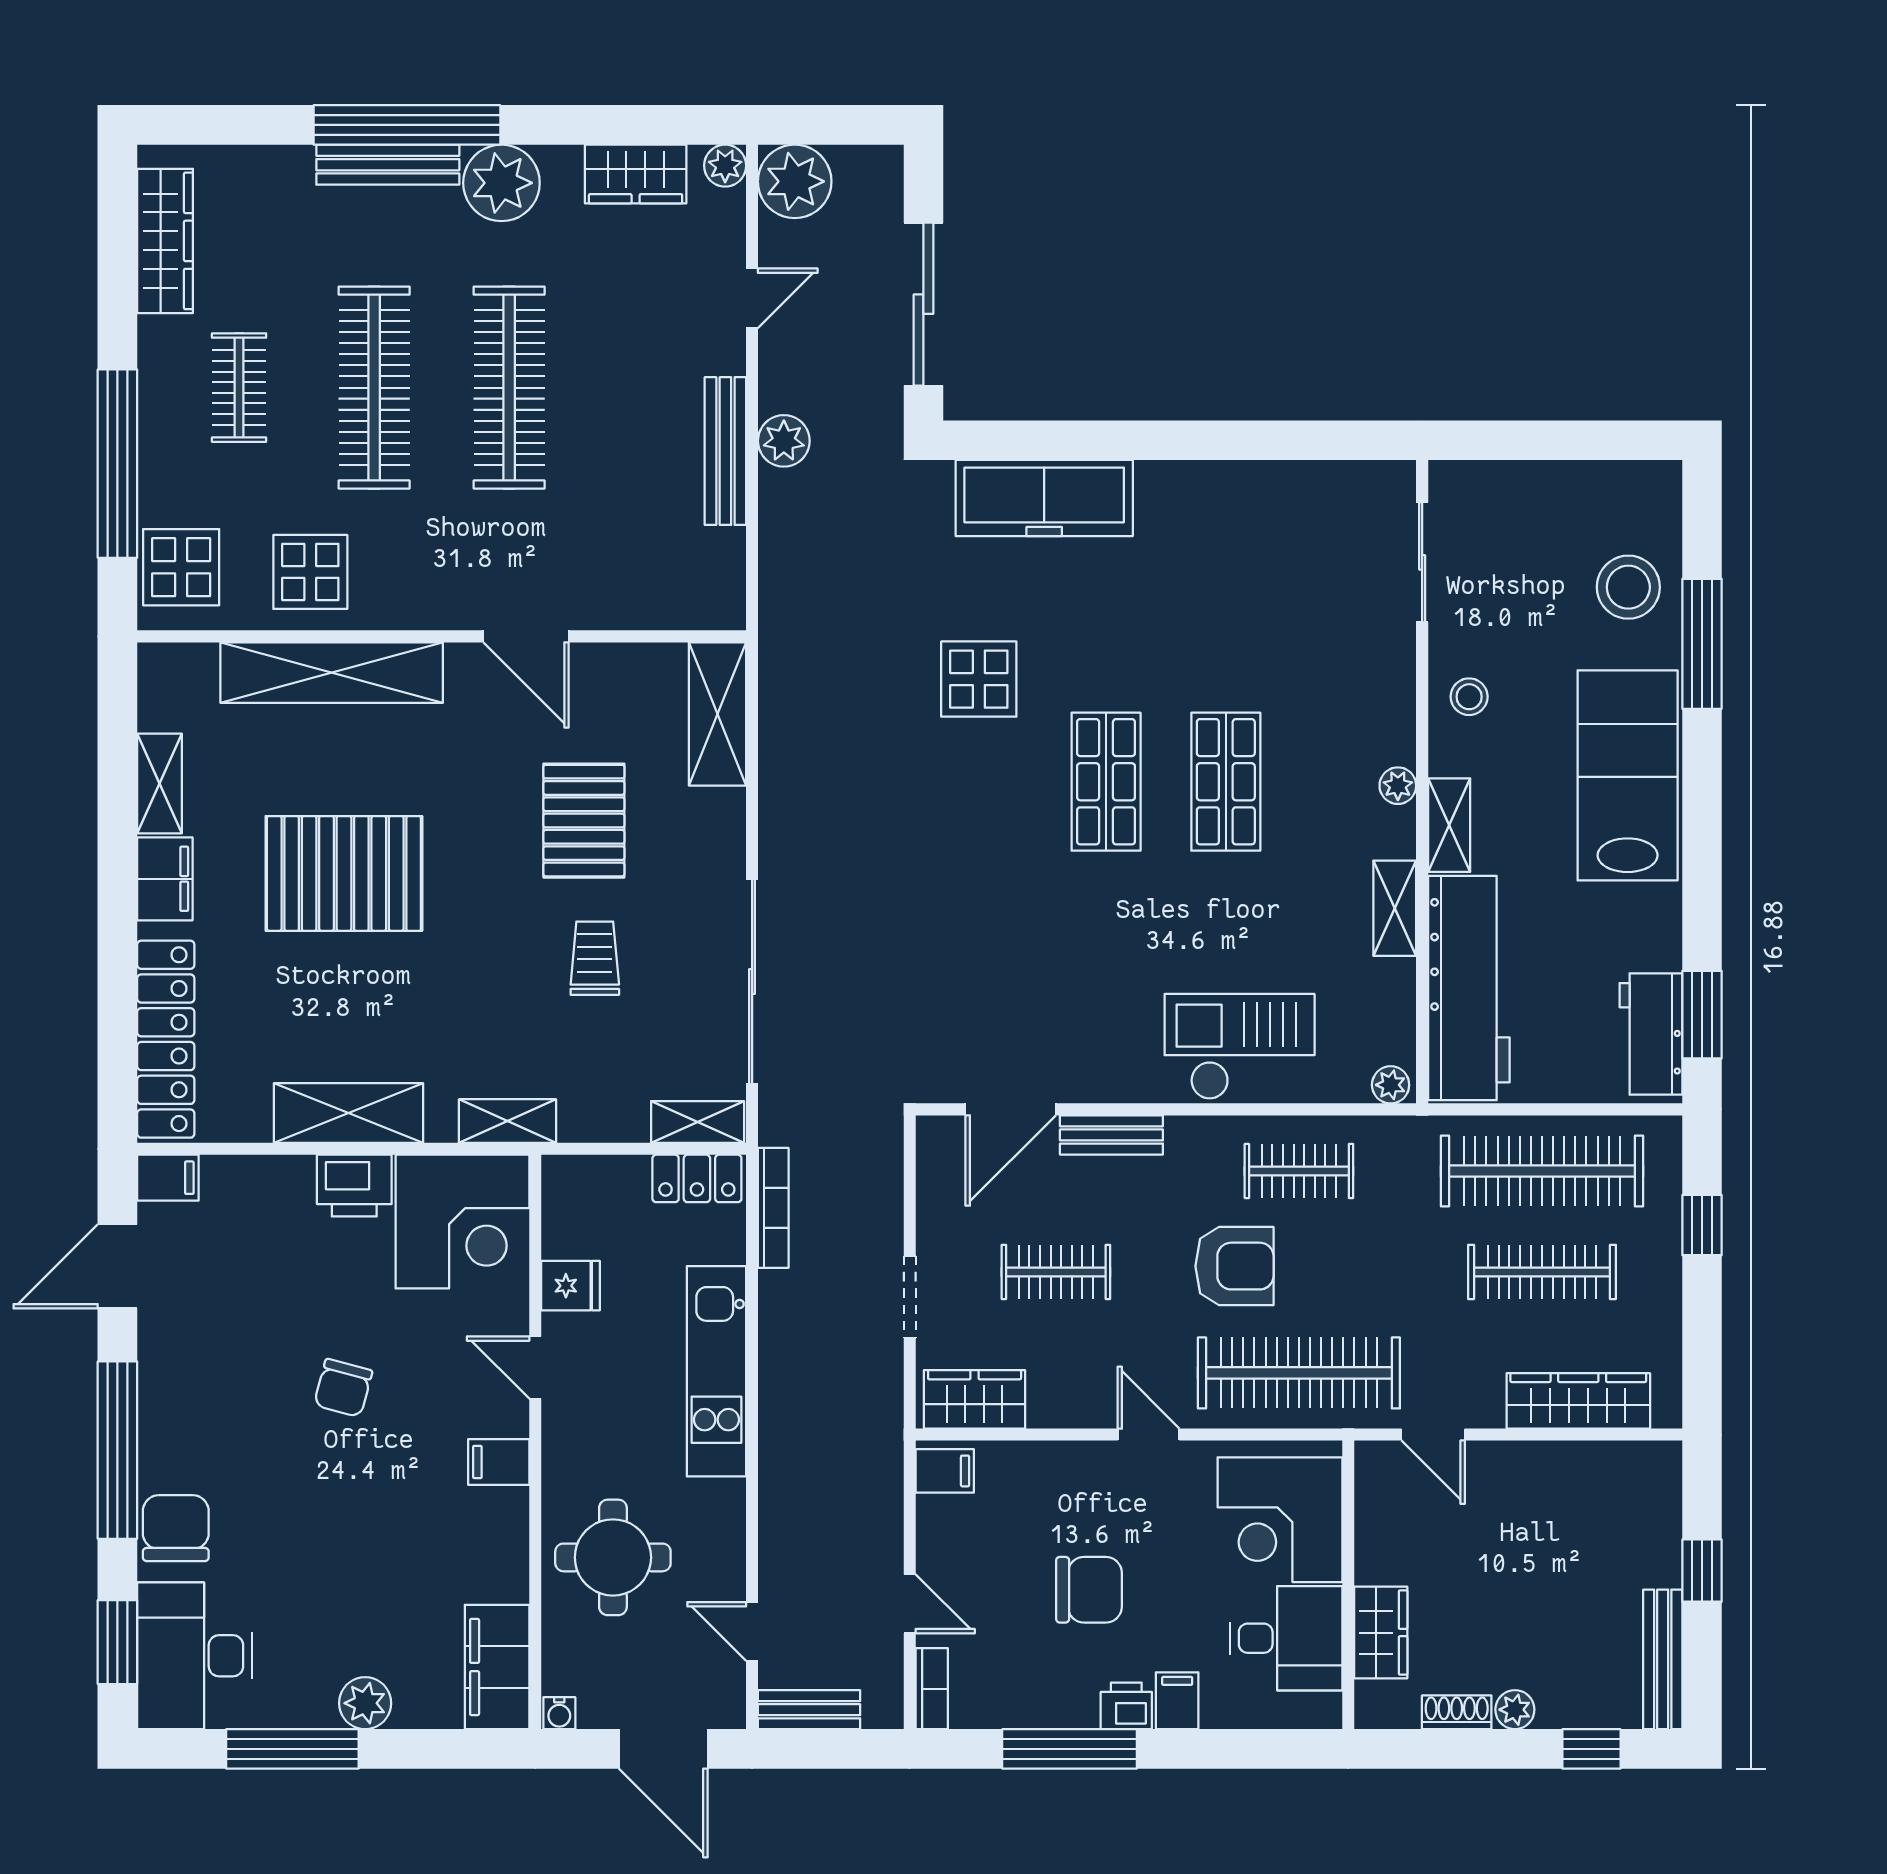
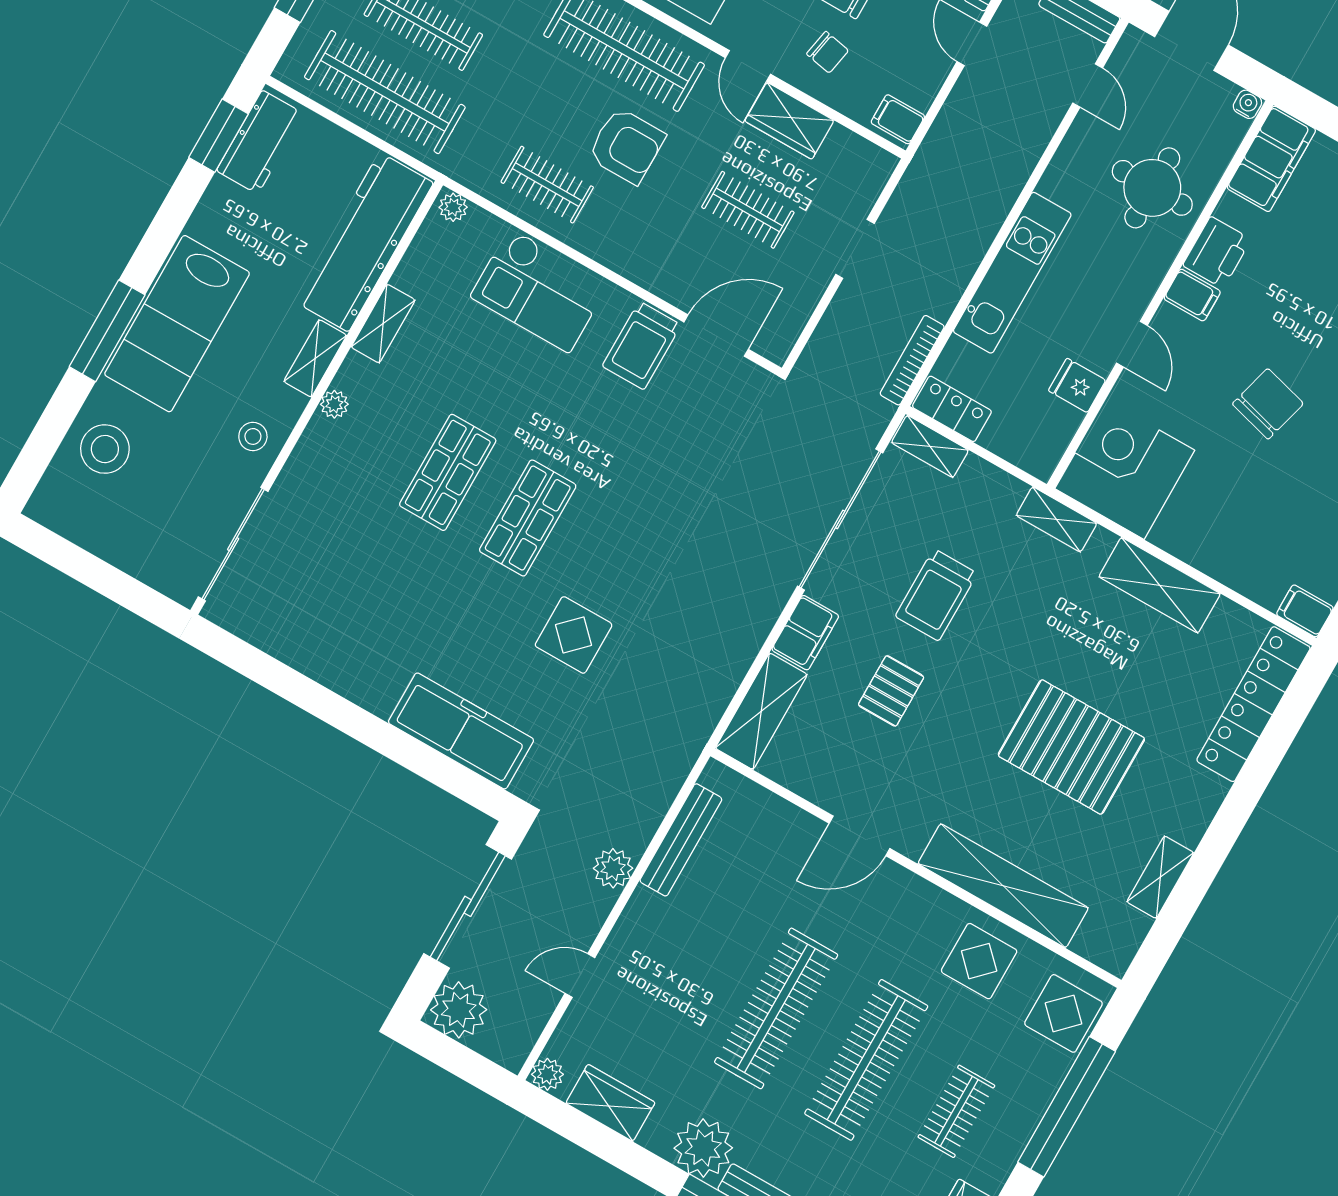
plant: (795, 181) -> (459, 1010), moved
bench: (725, 451) -> (681, 840), moved
sliding door: (1422, 562) -> (233, 544), width x1.37
door: (526, 636) -> (860, 836), swing flipped
window: (1702, 644) -> (107, 331), moved
pallet: (584, 821) -> (891, 691), width x0.67, depth x0.71
filing cabinet: (165, 879) -> (805, 633), moved, turned 180
trolley: (595, 958) -> (936, 595), width x1.36, depth x1.39
trolley: (1089, 1050) -> (642, 345), added
bench: (1111, 1135) -> (659, 280), removed
printer: (354, 1186) -> (1217, 252), moved, turned 90
armchair: (1234, 1266) -> (626, 146), turned 180
chair: (343, 1388) -> (1268, 404), width x1.37, depth x1.37
wardrobe: (975, 1399) -> (789, 121), moved
chair: (1067, 1501) -> (828, 52), added

